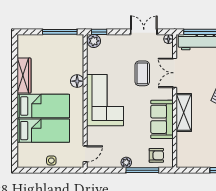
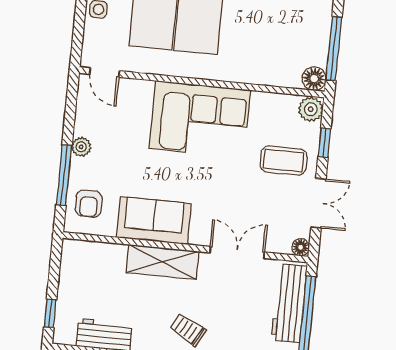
window: (99, 32) -> (324, 143), moved
coffee table: (142, 73) -> (284, 161), moved
floor lamp: (77, 81) -> (314, 79), moved

